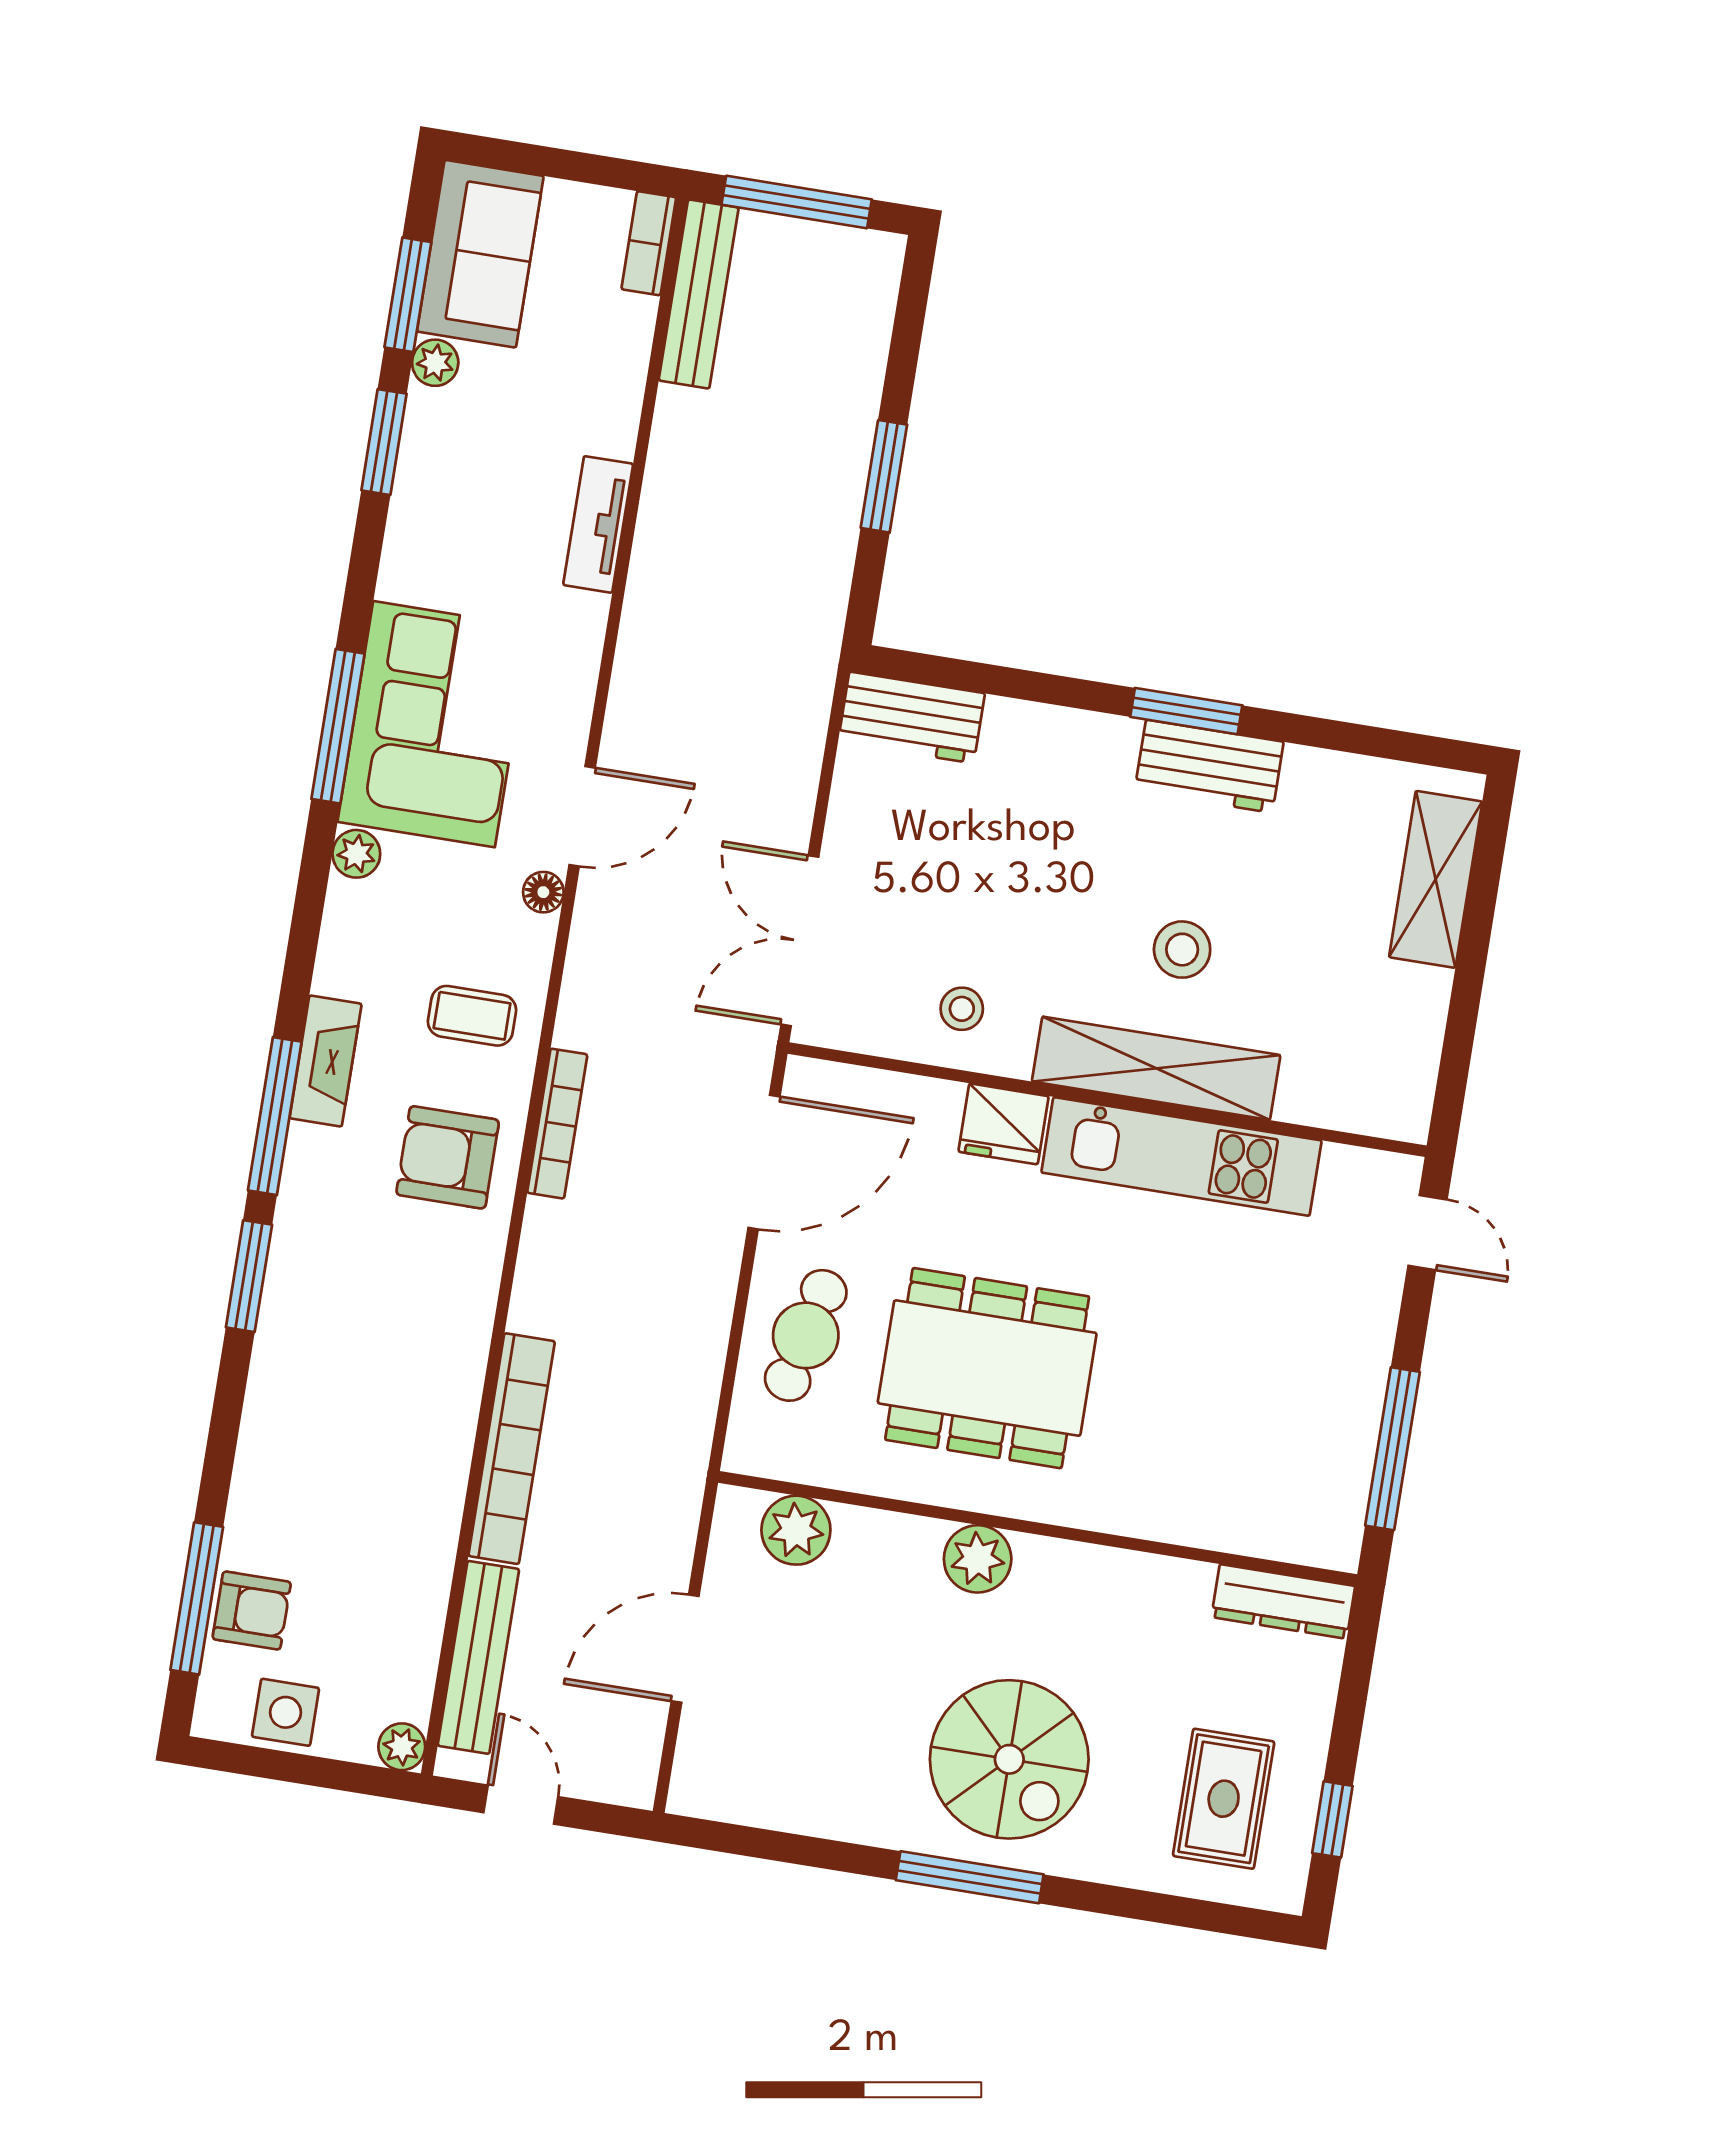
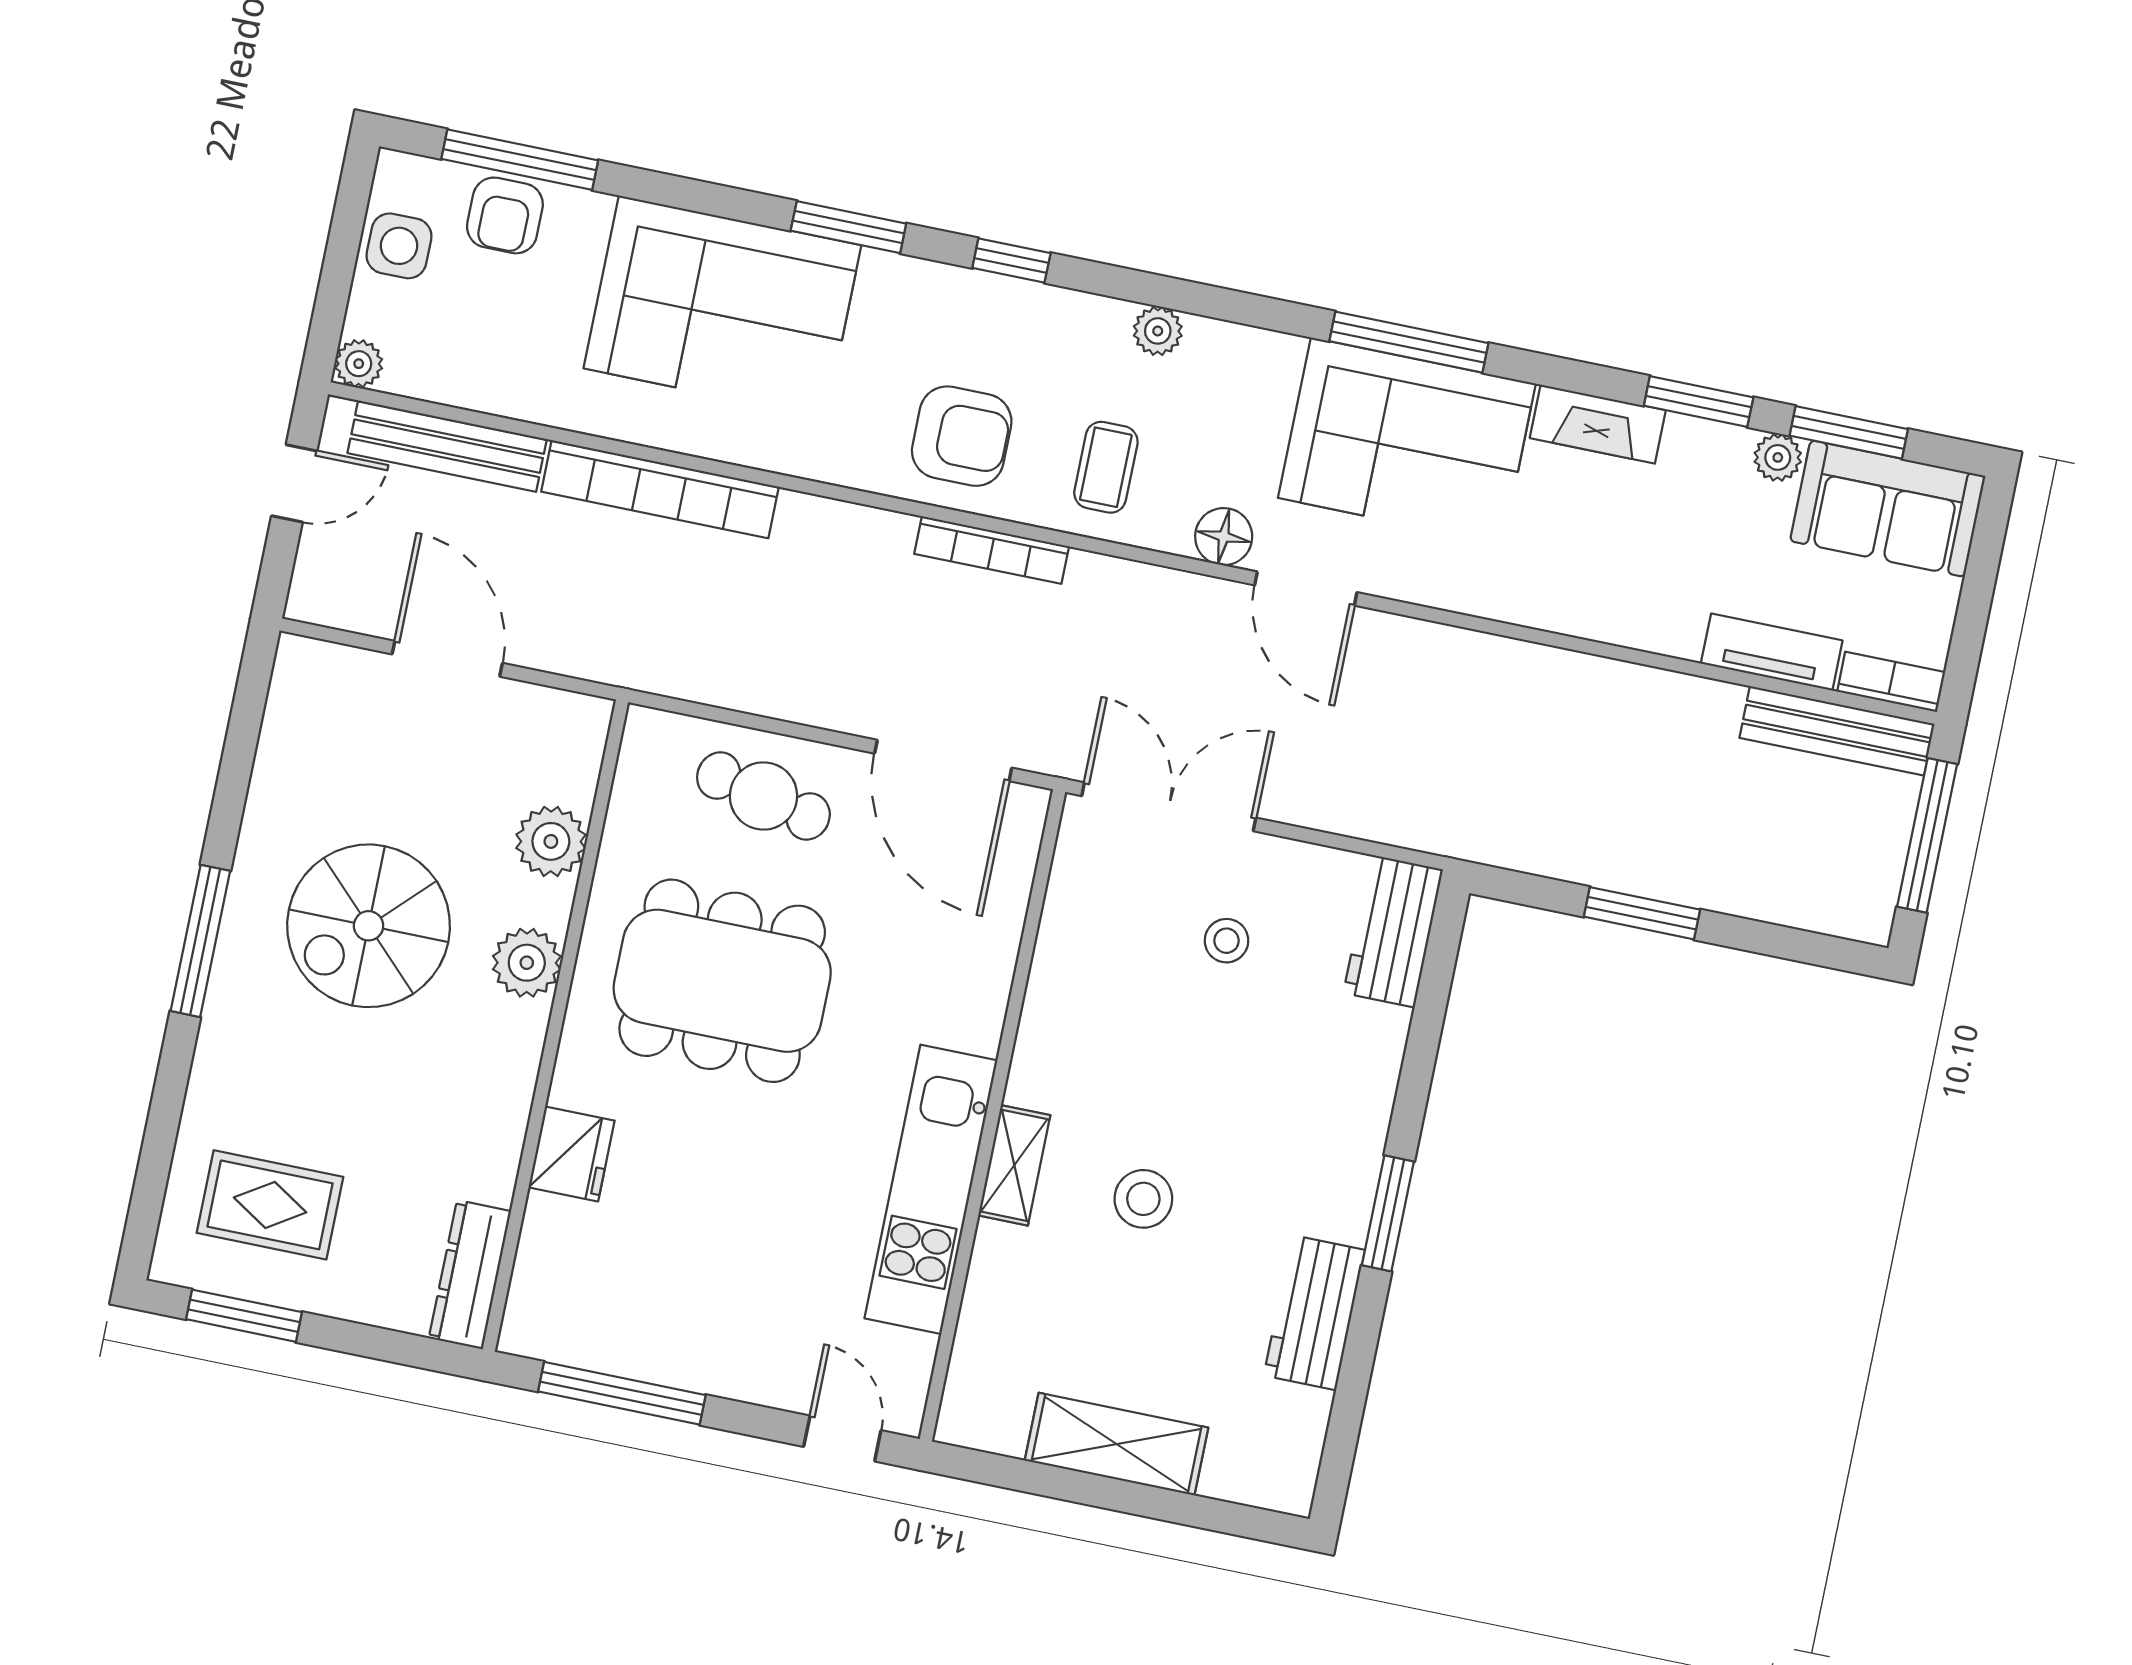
tv unit: (598, 524) -> (1772, 652), moved
workbench: (1209, 766) -> (1314, 1313), moved
plant: (356, 854) -> (1158, 331), moved
shelving: (1436, 879) -> (1117, 1444), moved
floor lamp: (543, 892) -> (1224, 537), width x1.37, depth x1.37
stool: (962, 1009) -> (1226, 941), moved
fireplace: (326, 1061) -> (1598, 424), moved
shelving: (1156, 1068) -> (1014, 1165), width x0.45, depth x0.75
window: (275, 1116) -> (1011, 261), width x0.46
fridge: (1004, 1124) -> (571, 1154), moved, turned 180
armchair: (448, 1157) -> (962, 436), turned 90
door: (1427, 1233) -> (842, 1439), swing flipped
dining table: (987, 1368) -> (722, 981), turned 90
corner sofa: (332, 1395) -> (722, 307), added
plant: (796, 1530) -> (551, 841), moved
spiral stairs: (1009, 1759) -> (369, 926), moved
window: (1332, 1819) -> (244, 1316), width x1.50

